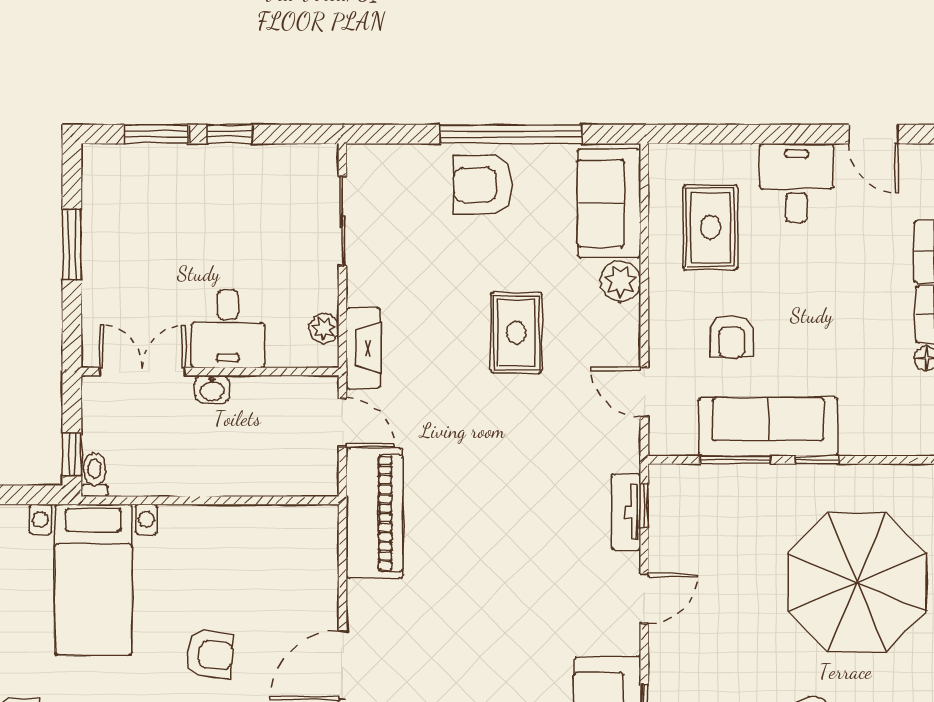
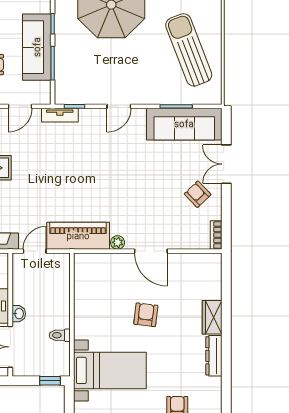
toilet: (94, 475) -> (60, 335), moved
tv unit: (626, 512) -> (60, 115), moved
plant: (361, 596) -> (118, 242), added
door: (644, 599) -> (119, 106), swing flipped

